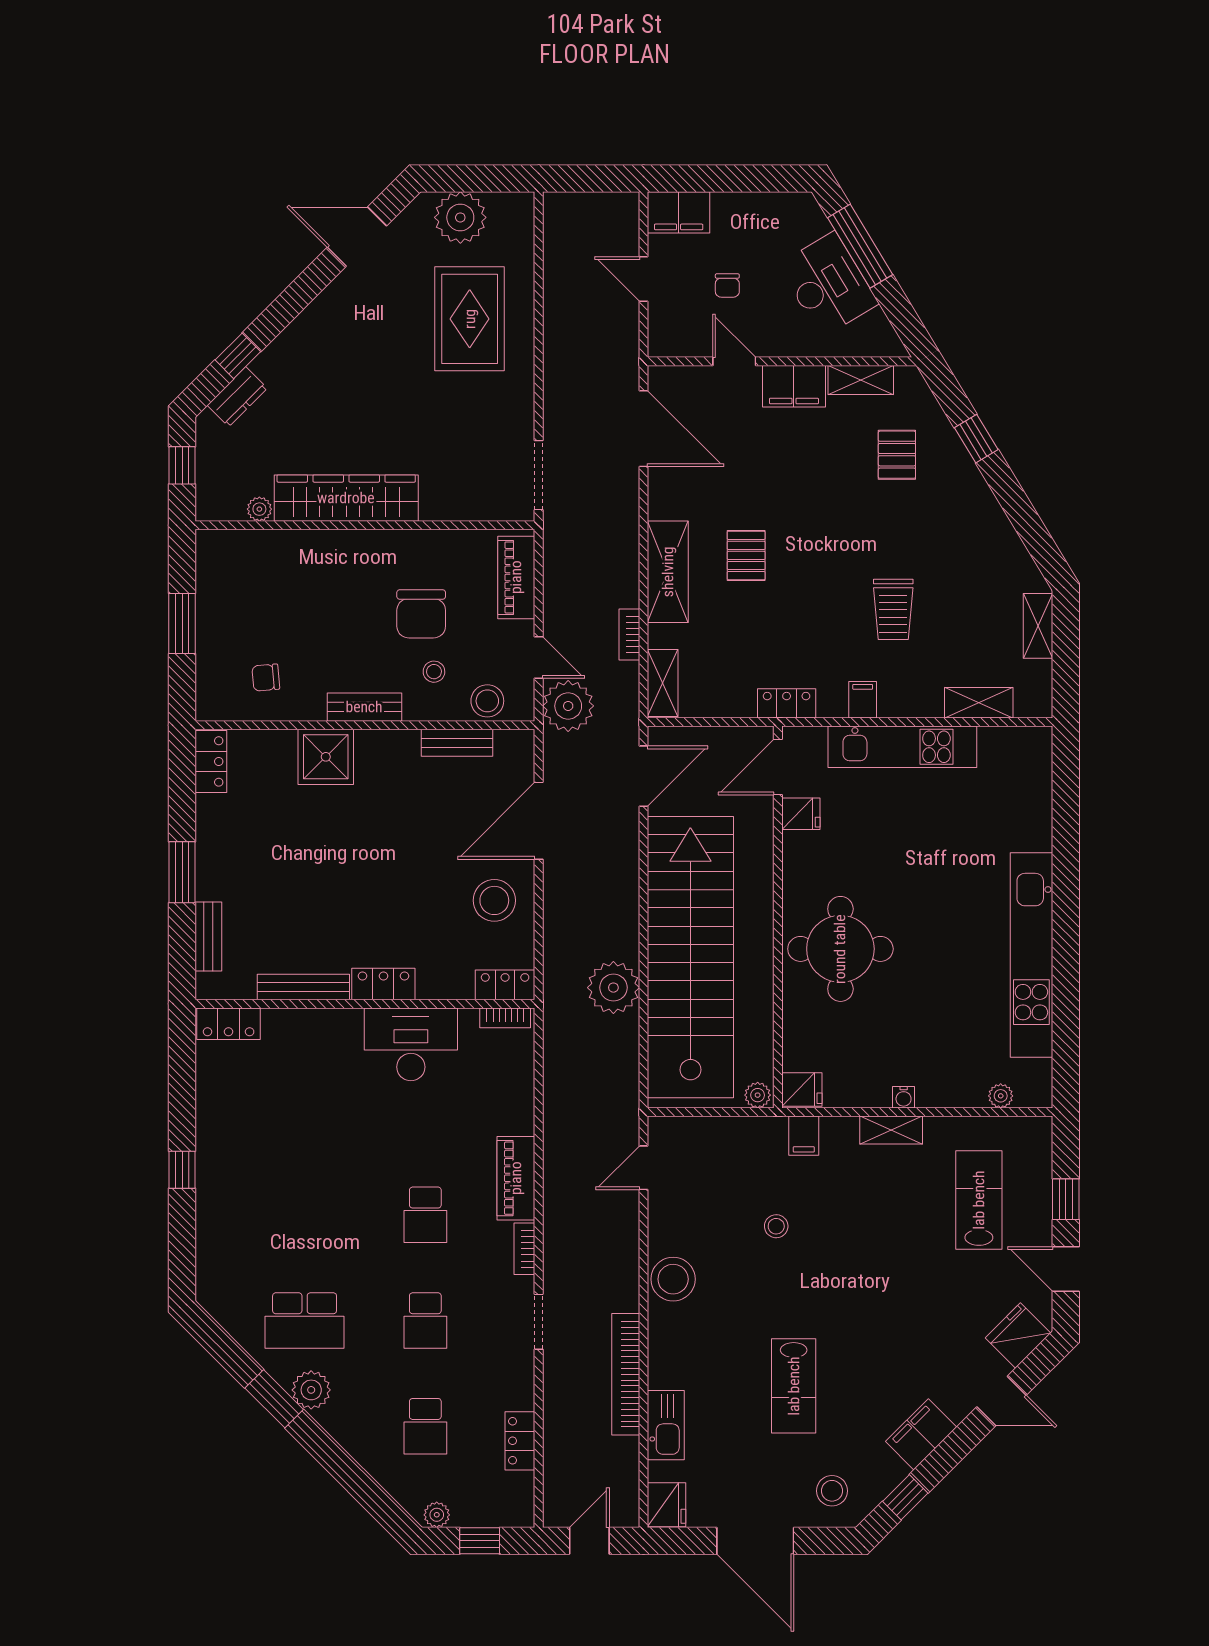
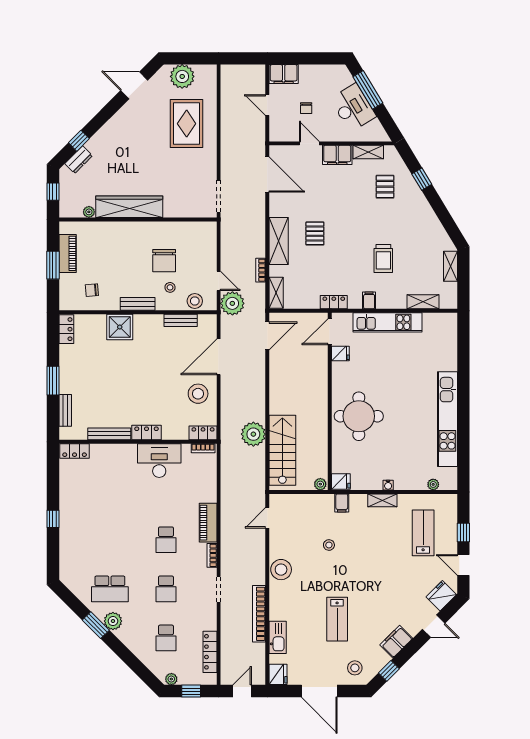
piano: (516, 577) -> (68, 253), moved, turned 180
stairs: (690, 957) -> (282, 450), width x0.54, depth x0.66
locker: (520, 1441) -> (210, 652), width x1.53

